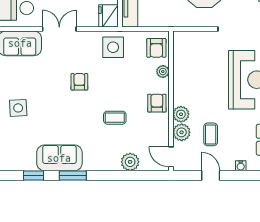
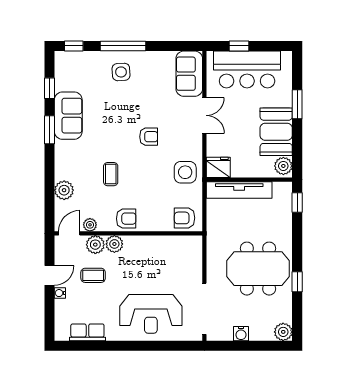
plant: (163, 72) -> (90, 225), moved
water cooler: (241, 166) -> (60, 293), moved

